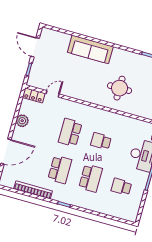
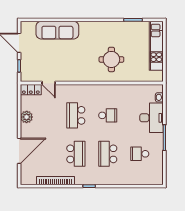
sofa: (90, 49) -> (57, 30), moved
door: (53, 94) -> (49, 83), swing flipped
school desk: (101, 141) -> (108, 115), turned 180
school desk: (91, 178) -> (108, 154), turned 180

